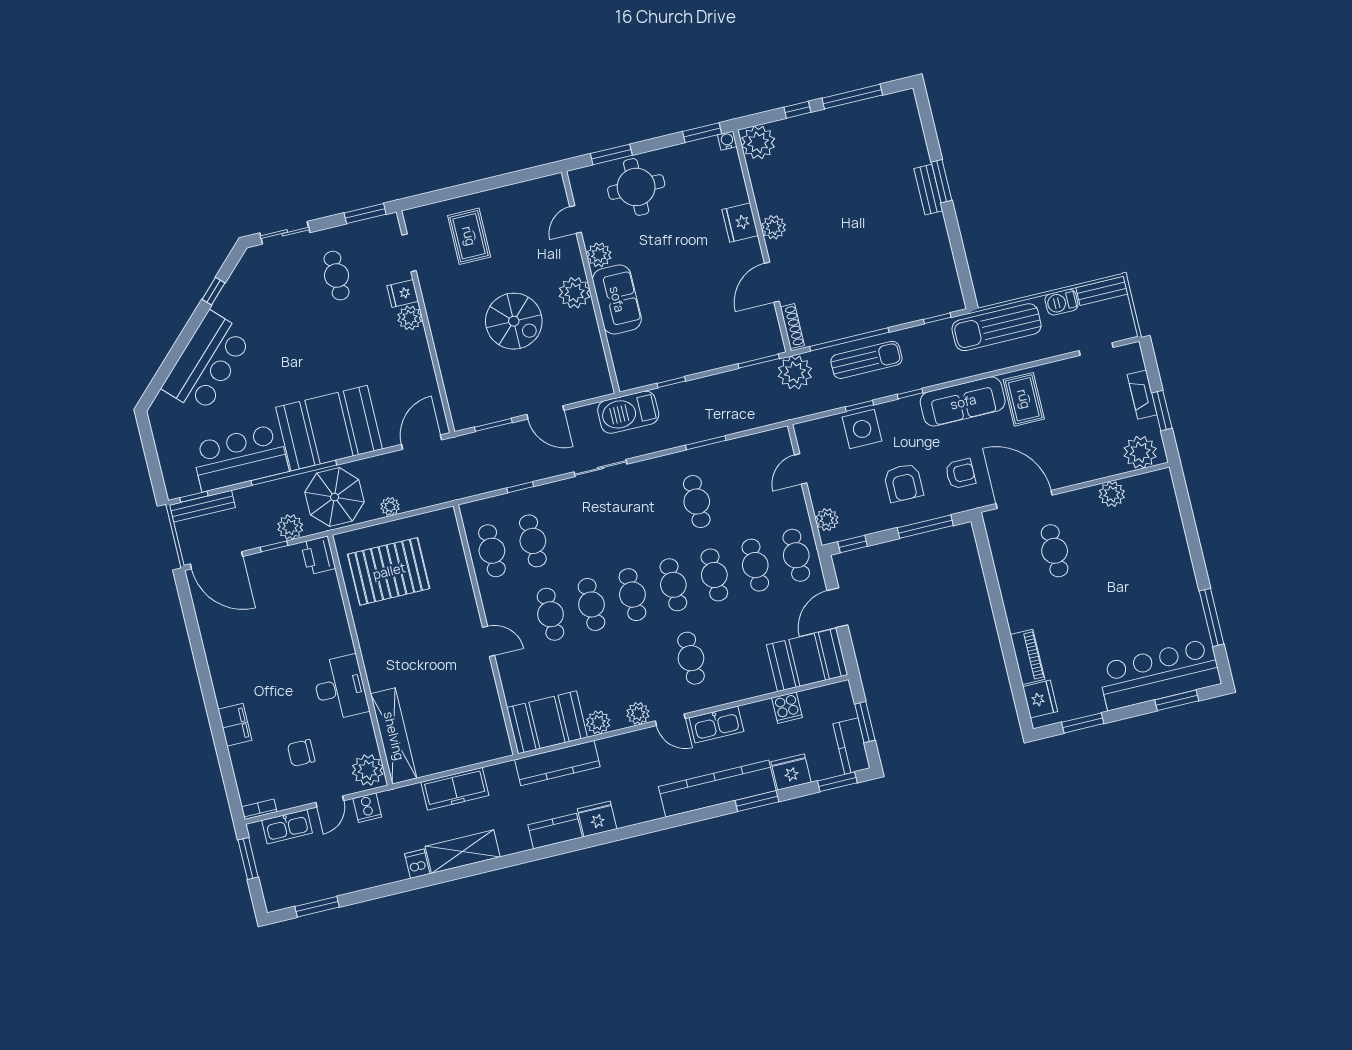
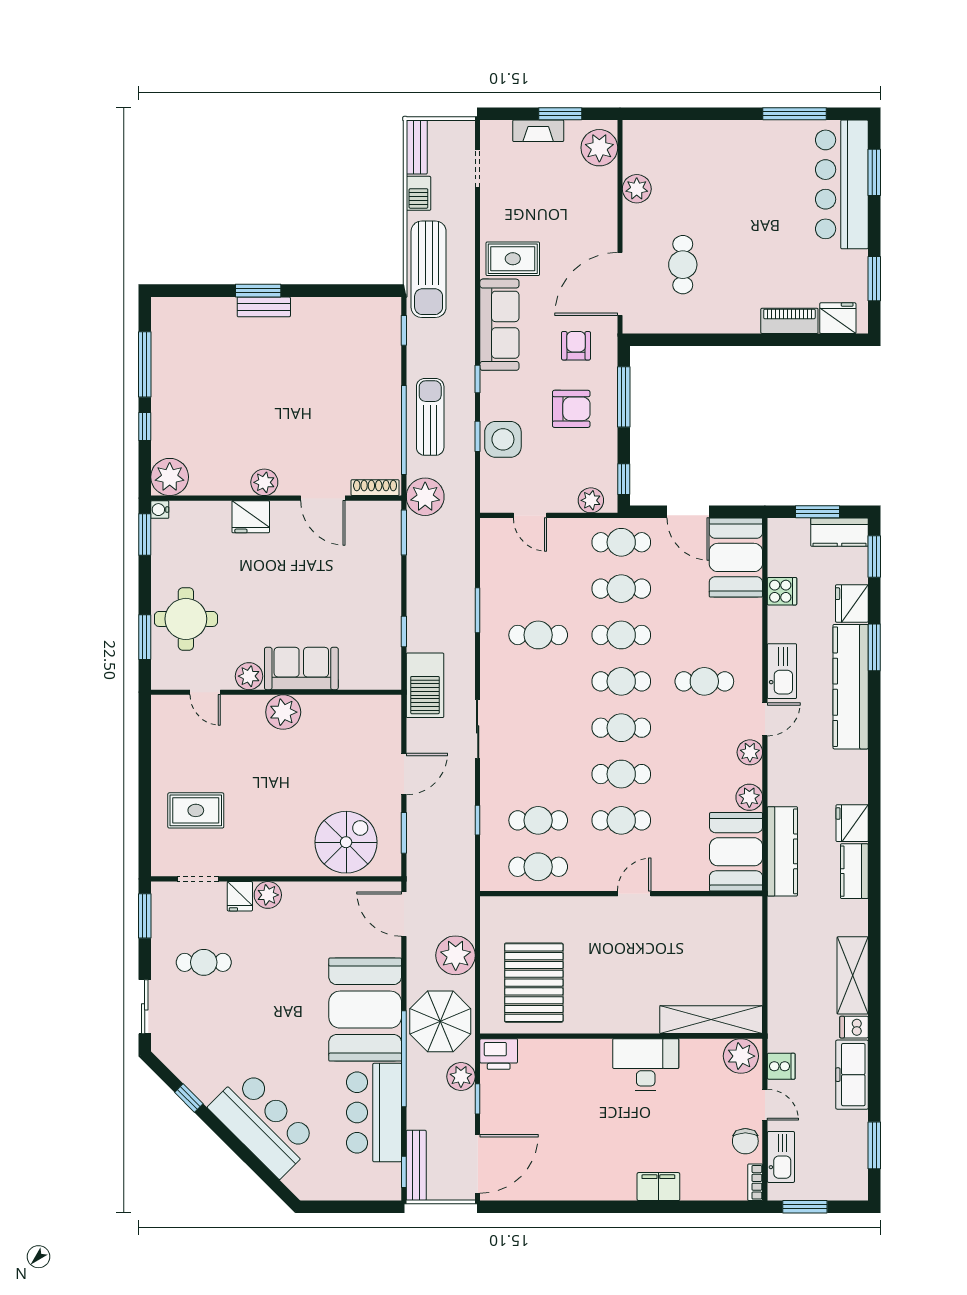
spiral stairs: (514, 321) -> (346, 842), moved
plant: (390, 506) -> (456, 955), width x1.88, depth x1.88
cafe table: (1055, 551) -> (683, 265), turned 90
chair: (301, 753) -> (745, 1141), moved
freezer: (455, 789) -> (852, 1075), moved, turned 180

